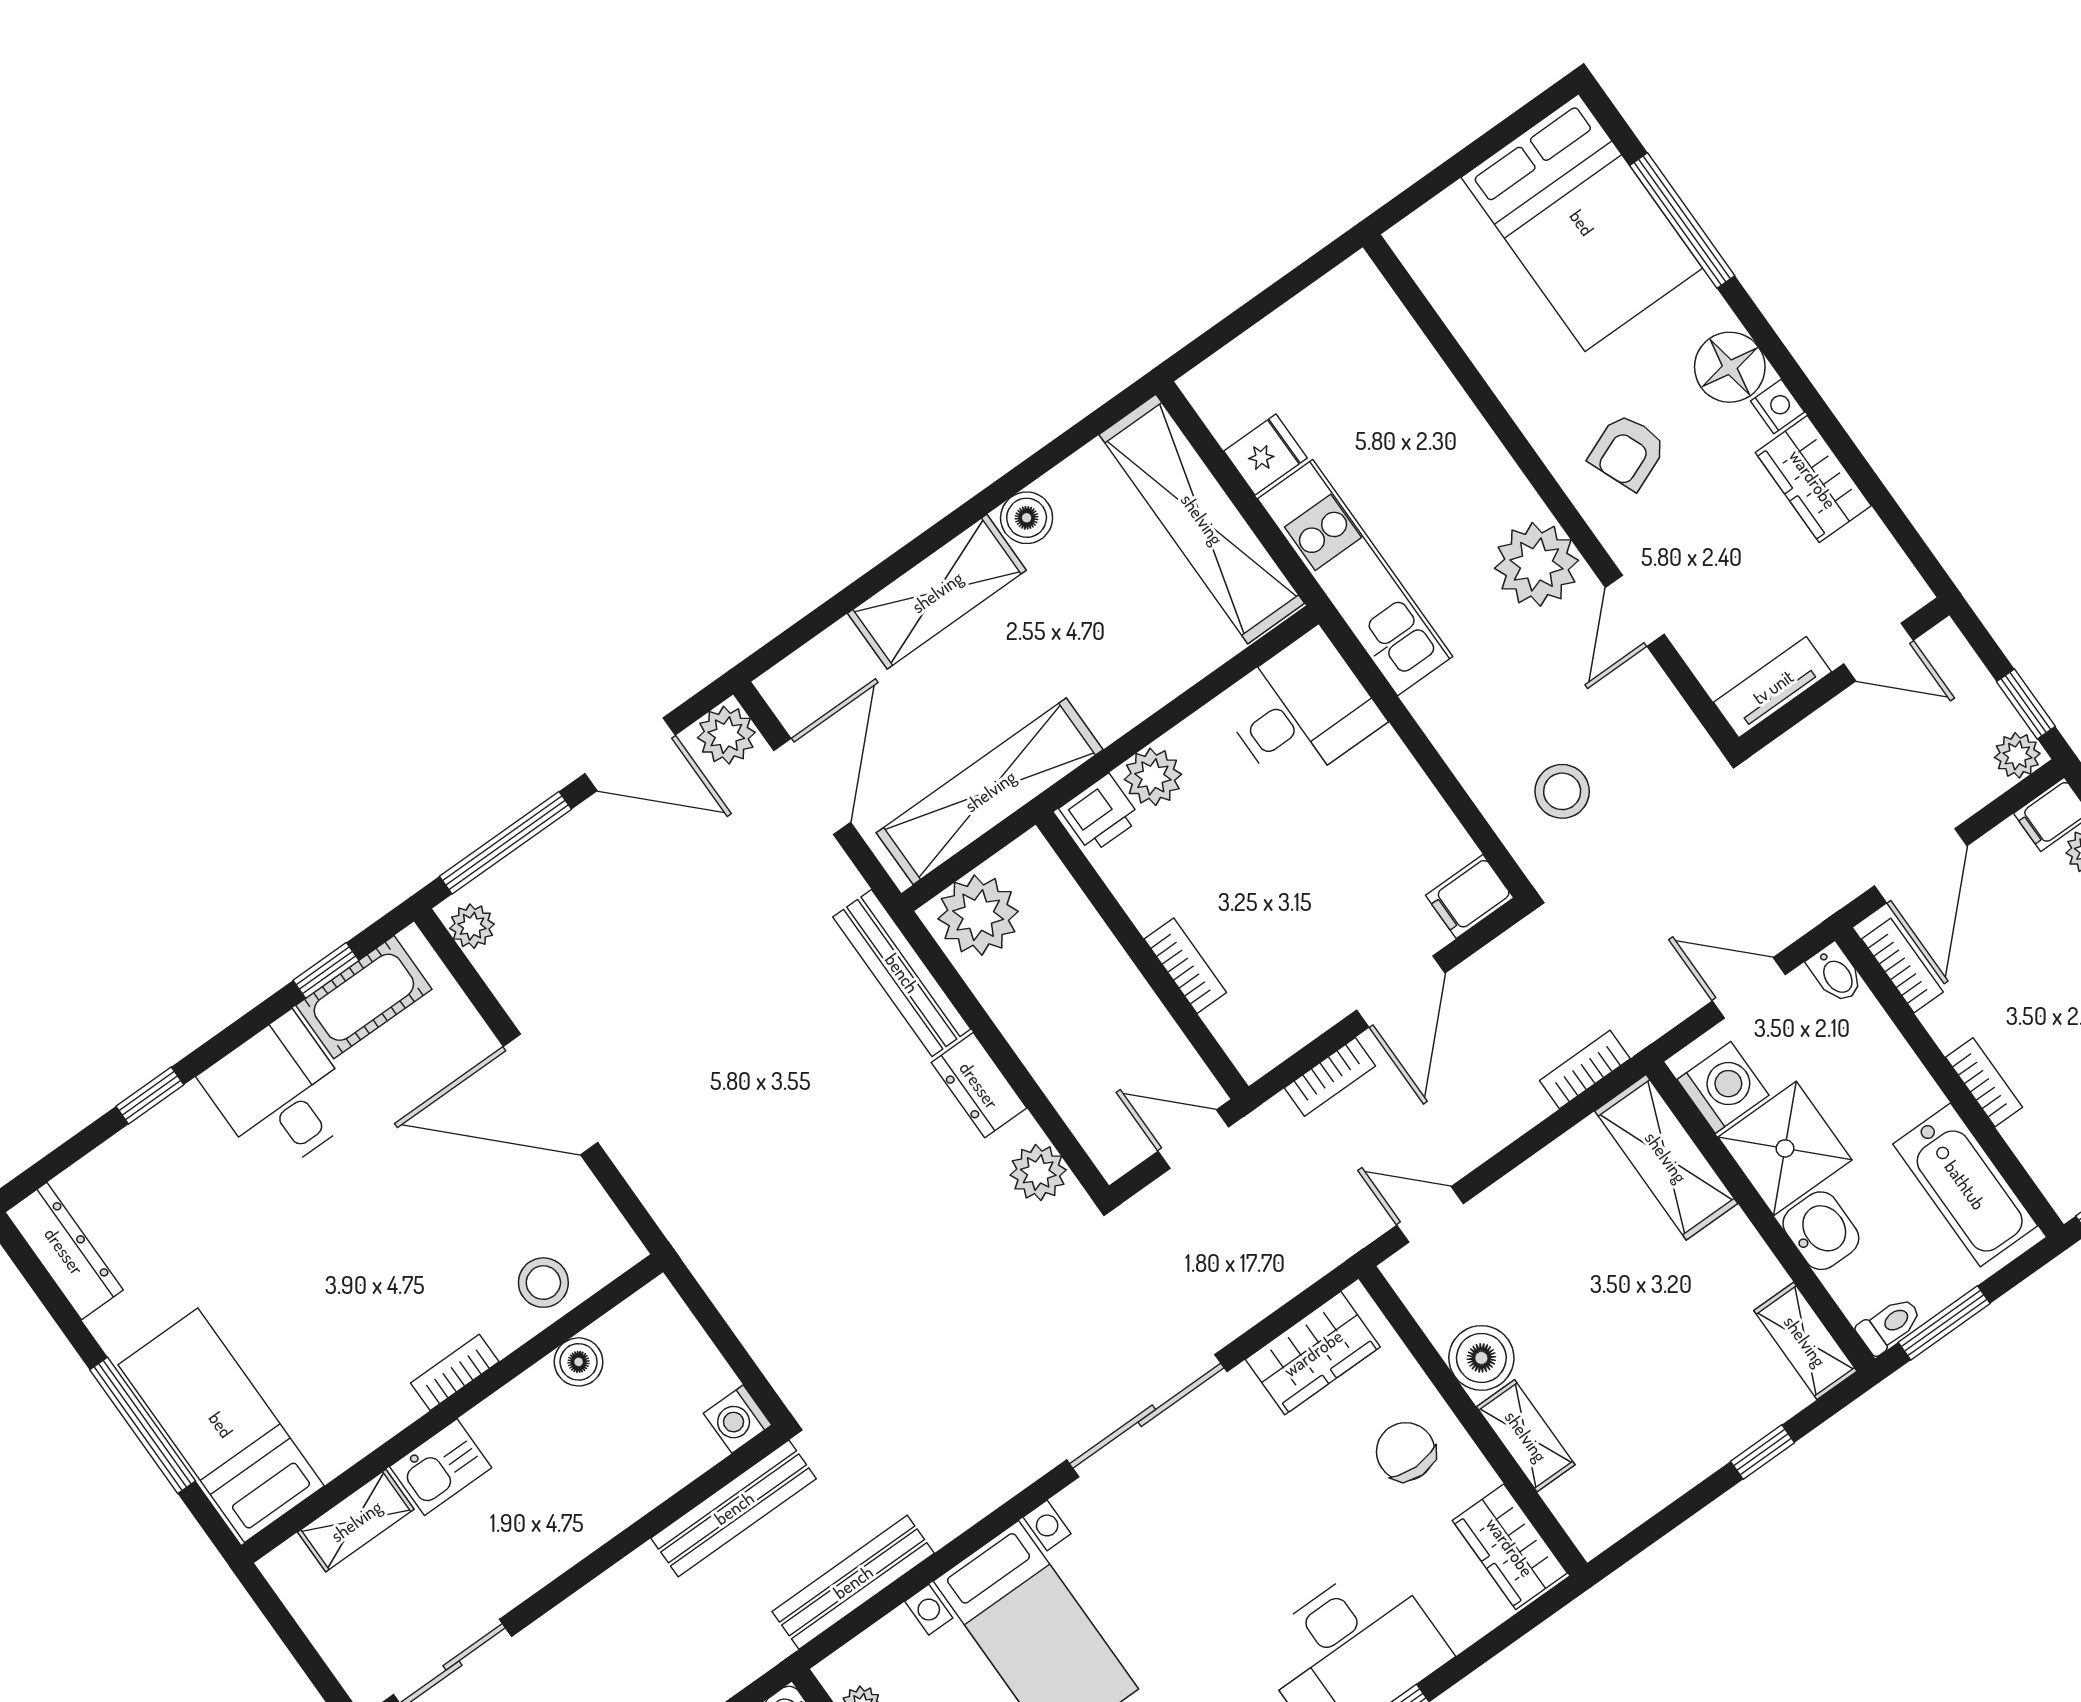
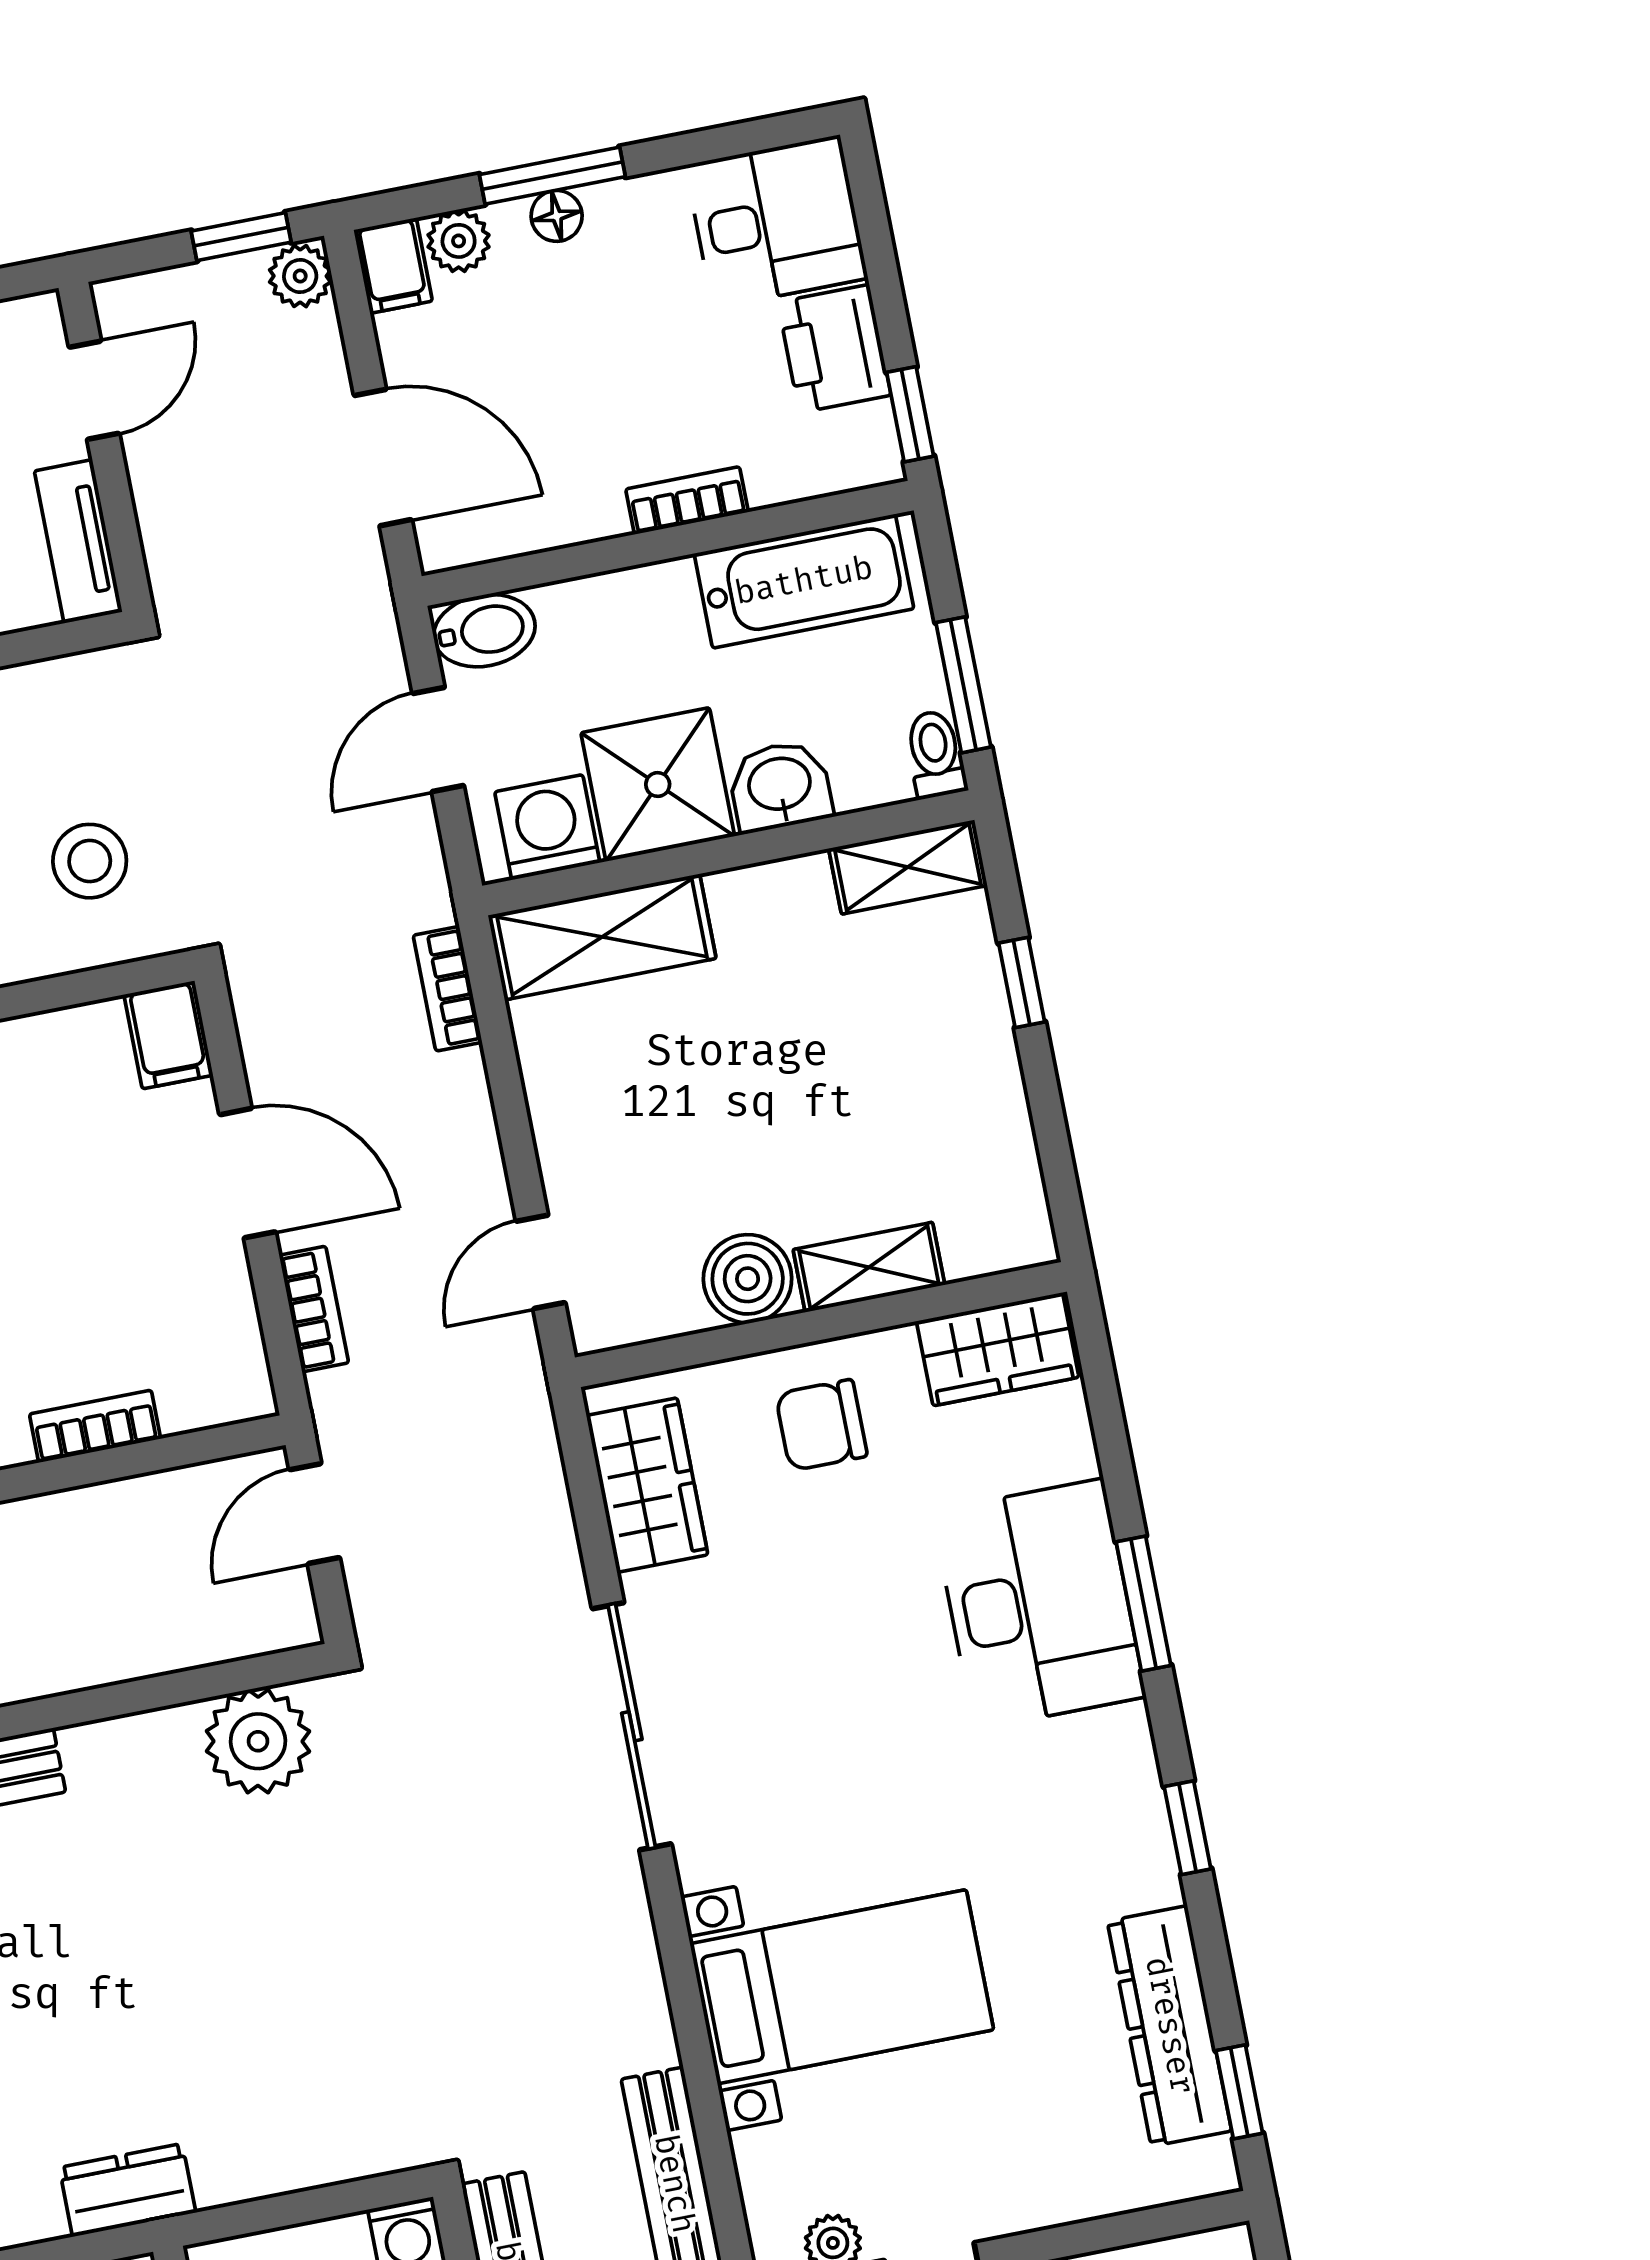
bookcase: (1902, 965) -> (496, 536), removed
bidet: (1836, 974) -> (484, 631), width x1.38, depth x1.36
dresser: (979, 1085) -> (128, 2190), moved, turned 180
plant: (1038, 1172) -> (258, 1741), width x1.36, depth x1.36

